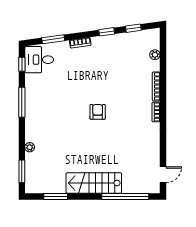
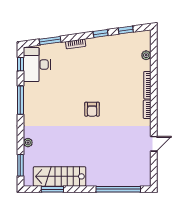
desk: (39, 60) -> (37, 65), width x1.37
armchair: (98, 112) -> (92, 109), turned 180
door: (163, 175) -> (154, 144), moved
stairs: (94, 183) -> (60, 176), moved

